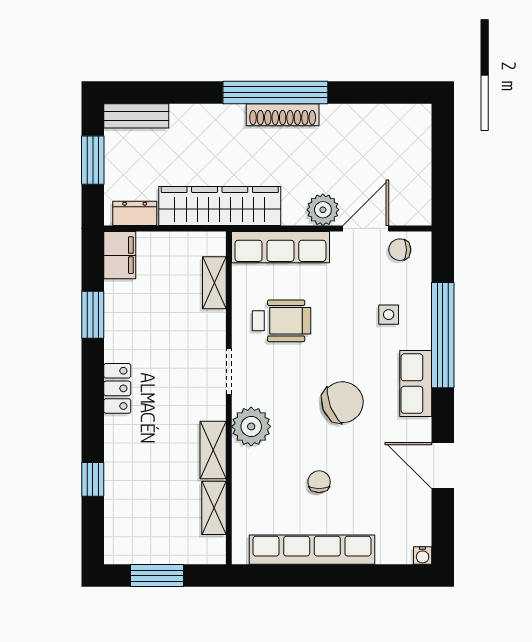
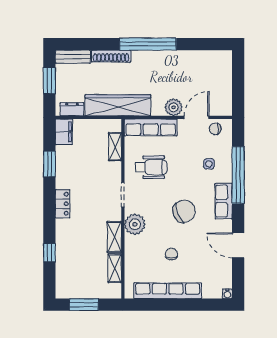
shoe rack: (283, 115) -> (111, 56), moved

